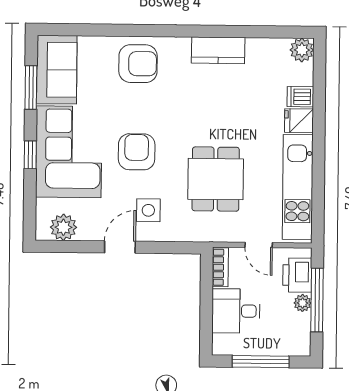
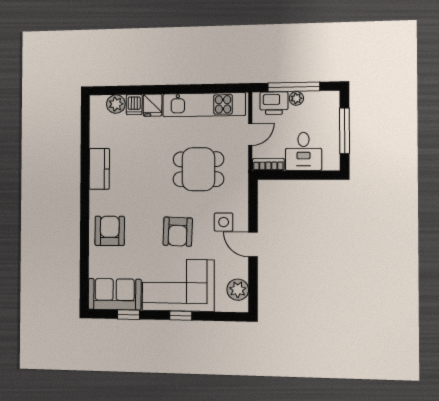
plant: (302, 50) -> (116, 104), moved
window: (31, 87) -> (128, 315), width x0.67
armchair: (137, 152) -> (178, 232), turned -88

